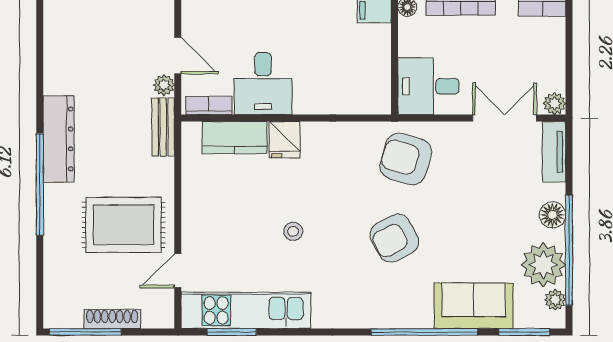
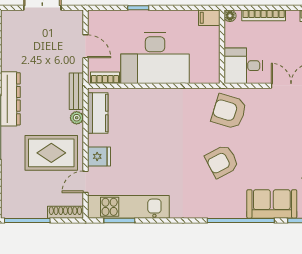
desk: (263, 84) -> (155, 58), width x1.87, depth x1.30
plant: (164, 85) -> (77, 118), moved
kitchen counter: (235, 138) -> (98, 113), moved, turned -90
fridge: (285, 140) -> (99, 156), moved, turned -90
stool: (293, 231) -> (158, 157), removed
shoe rack: (112, 319) -> (65, 212), moved

